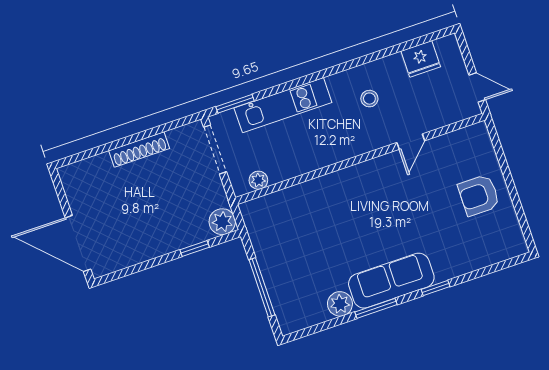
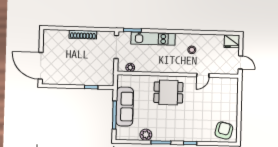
fridge: (421, 59) -> (232, 41), moved
armchair: (479, 195) -> (224, 130), moved, turned 103
dining table: (354, 202) -> (168, 93), added
plant: (222, 222) -> (108, 80), removed
sofa: (391, 281) -> (125, 107), moved, turned 90

